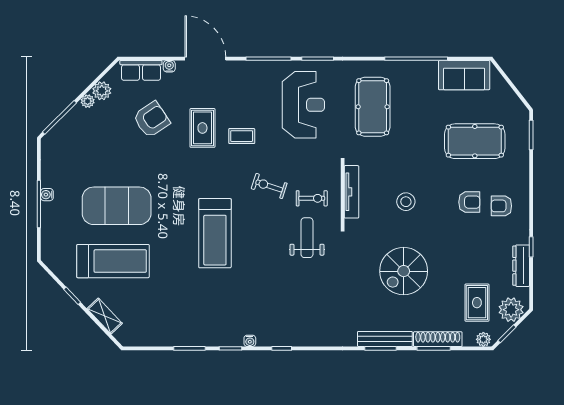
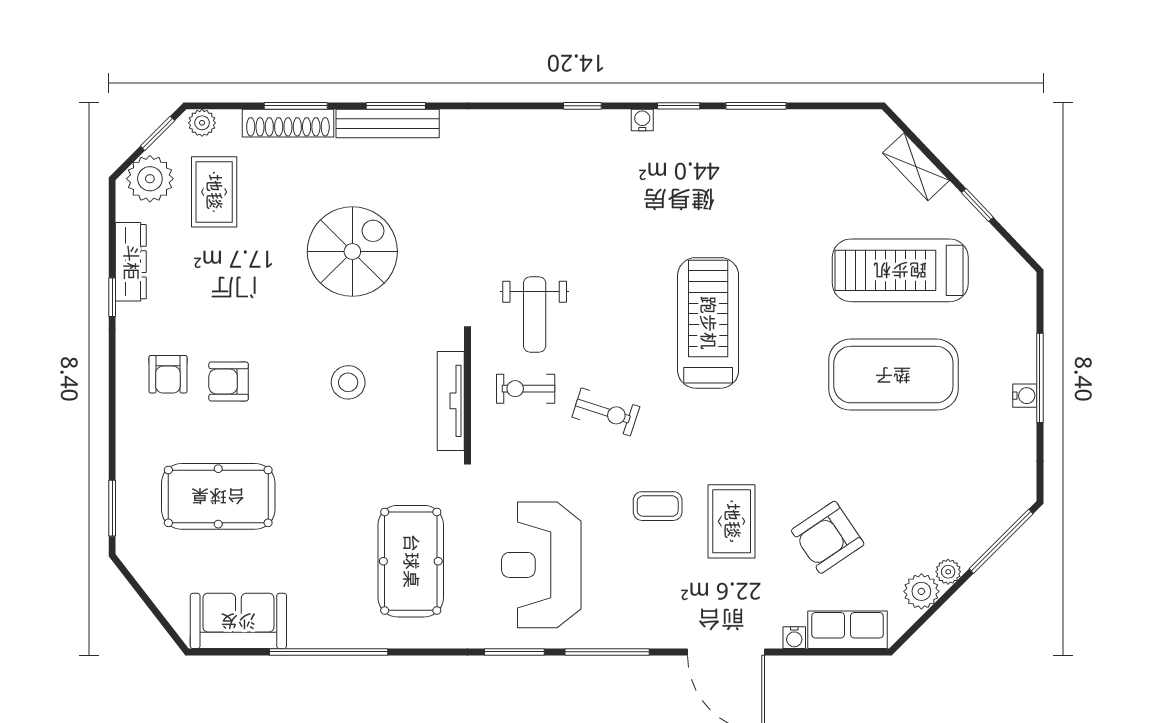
armchair: (501, 206) -> (168, 374), turned 90

